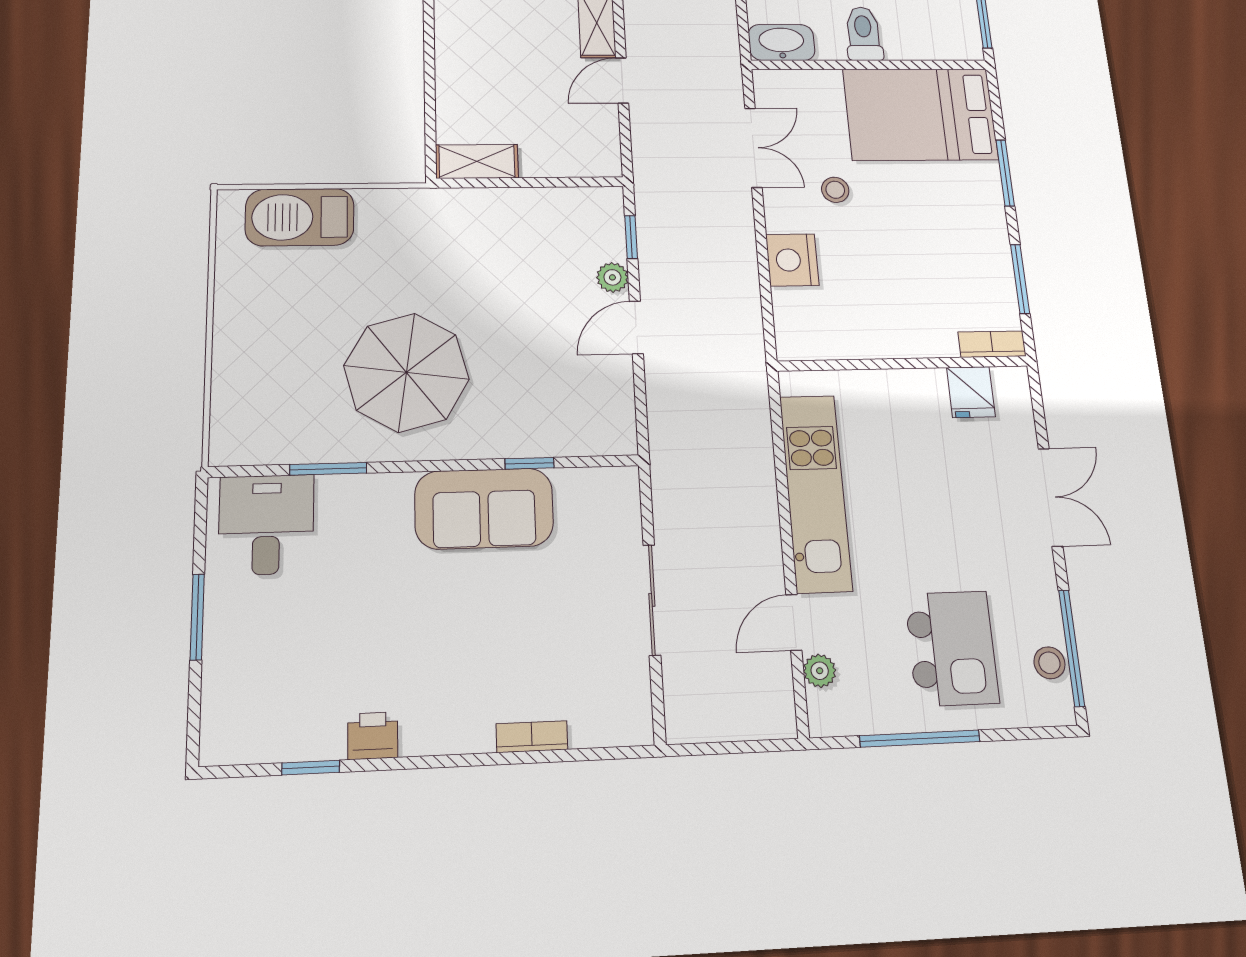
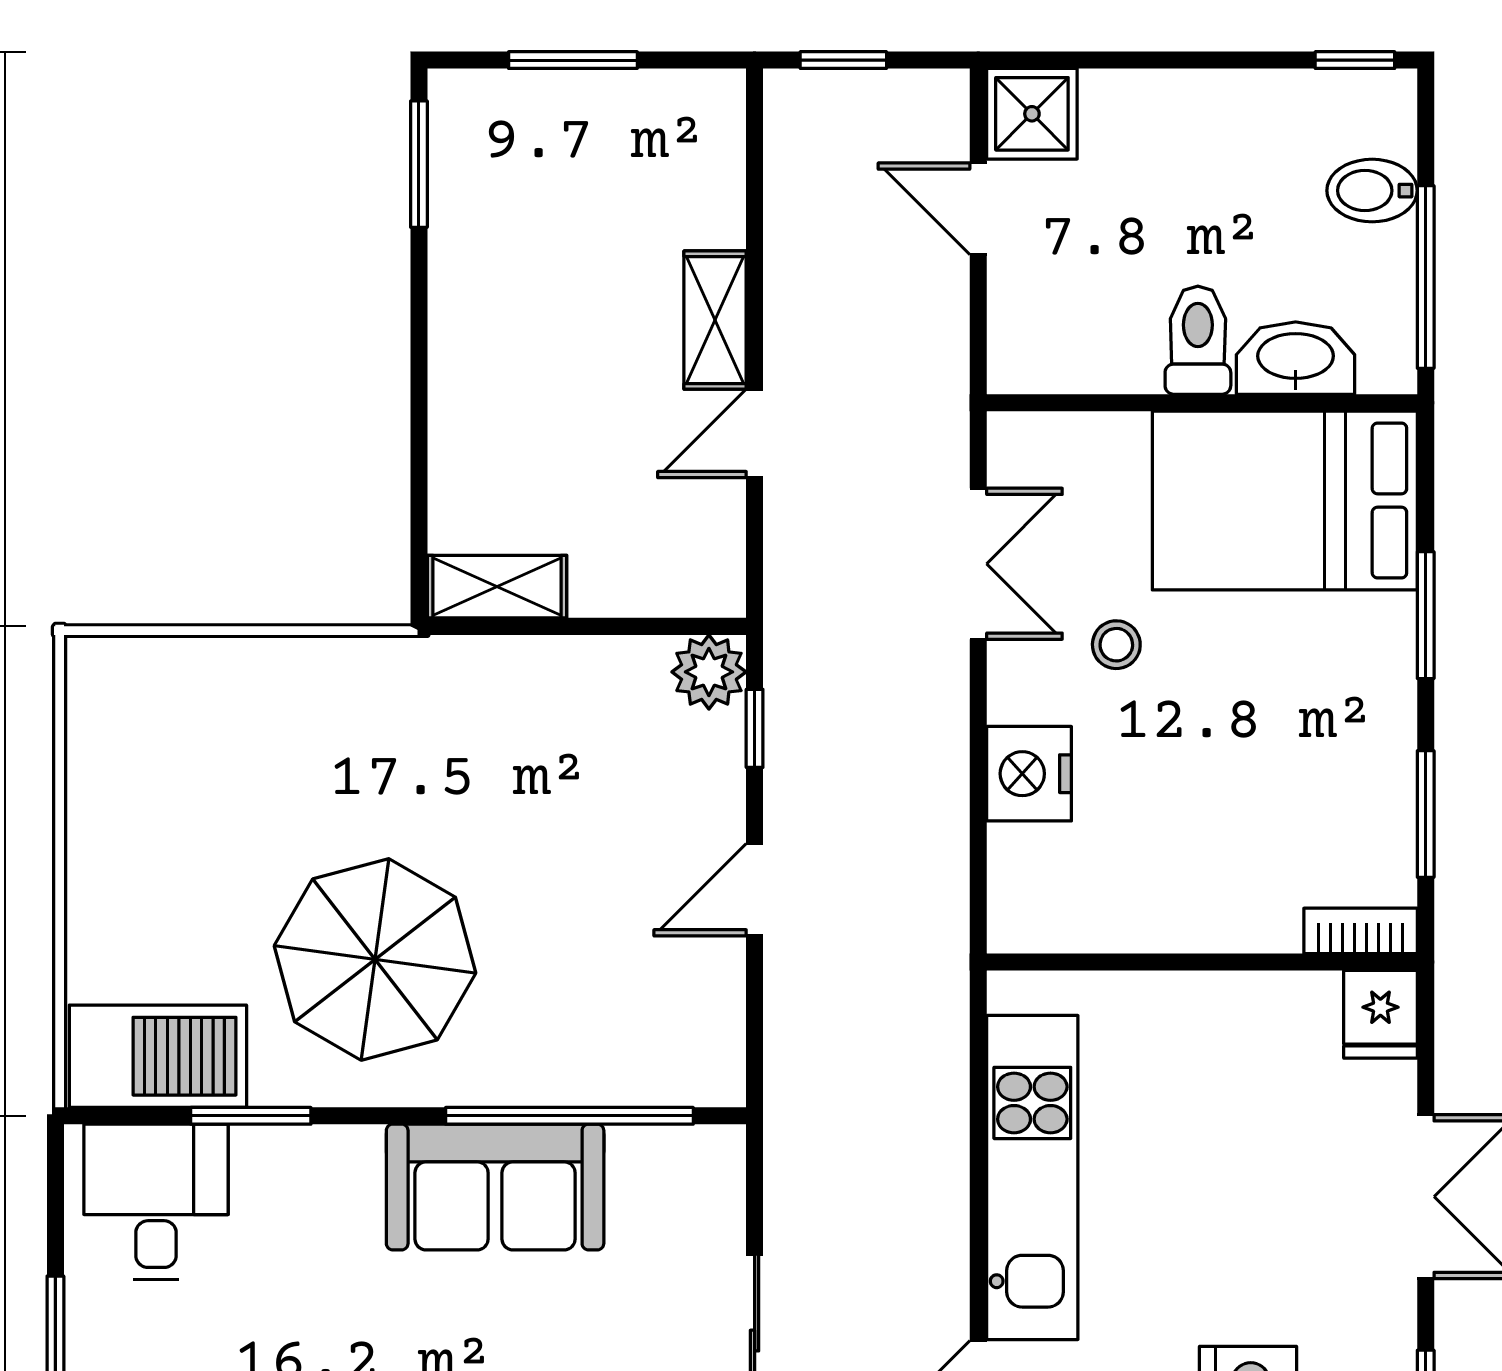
washbasin: (782, 42) -> (1296, 358), moved
barbecue: (300, 217) -> (158, 1056), moved, turned 180
plant: (612, 277) -> (709, 672), moved, width x1.38, depth x1.38
fridge: (971, 392) -> (1380, 1014), moved
window: (529, 463) -> (569, 1116), width x3.17

